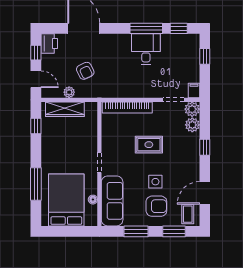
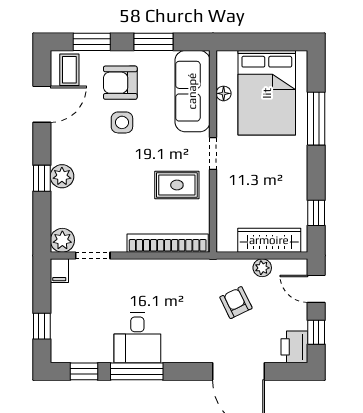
plant: (192, 125) -> (62, 176), moved
rug: (149, 145) -> (177, 185), moved

